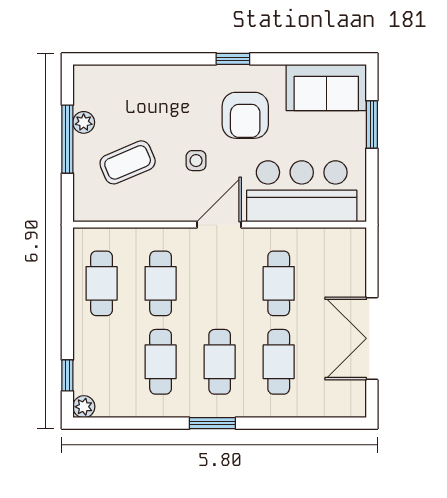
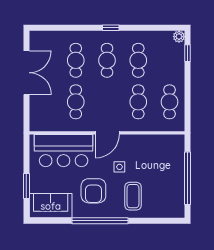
window: (233, 59) -> (100, 221), width x3.17
armchair: (245, 115) -> (93, 191), turned 180
plant: (84, 122) -> (179, 187), removed
window: (67, 139) -> (188, 178), width x1.46
coffee table: (128, 162) -> (133, 196), moved, turned -67
window: (212, 423) -> (111, 28), width x0.67

